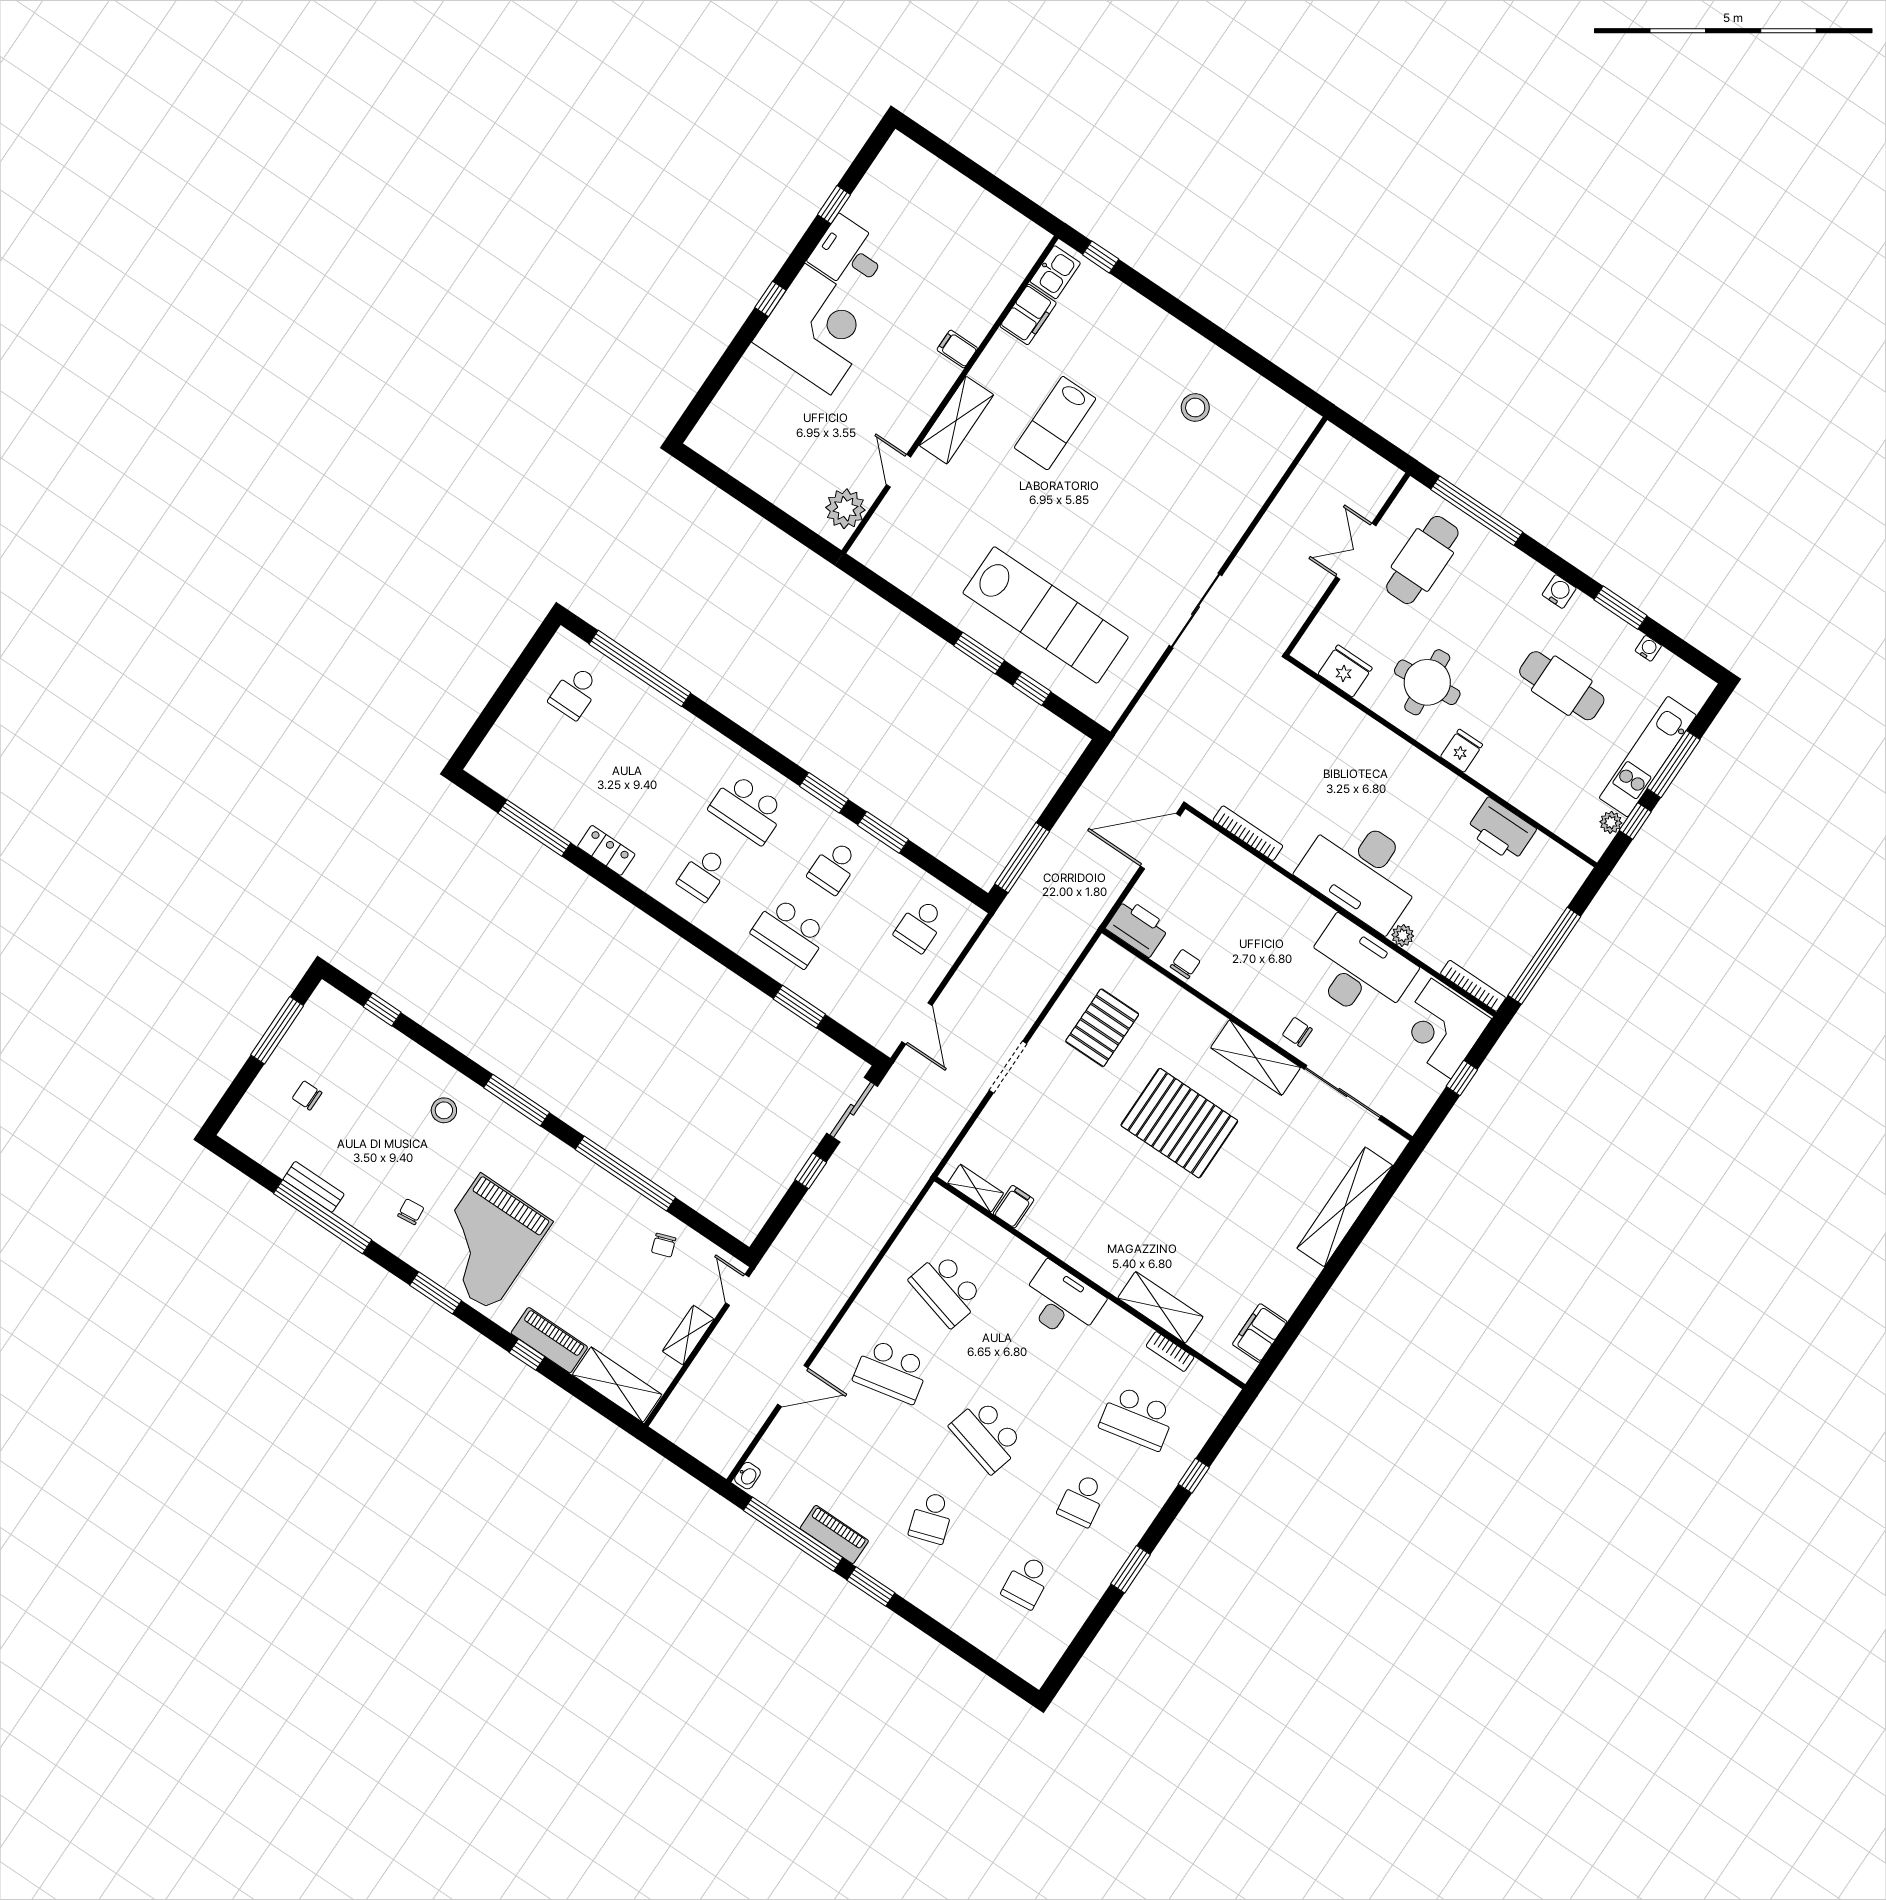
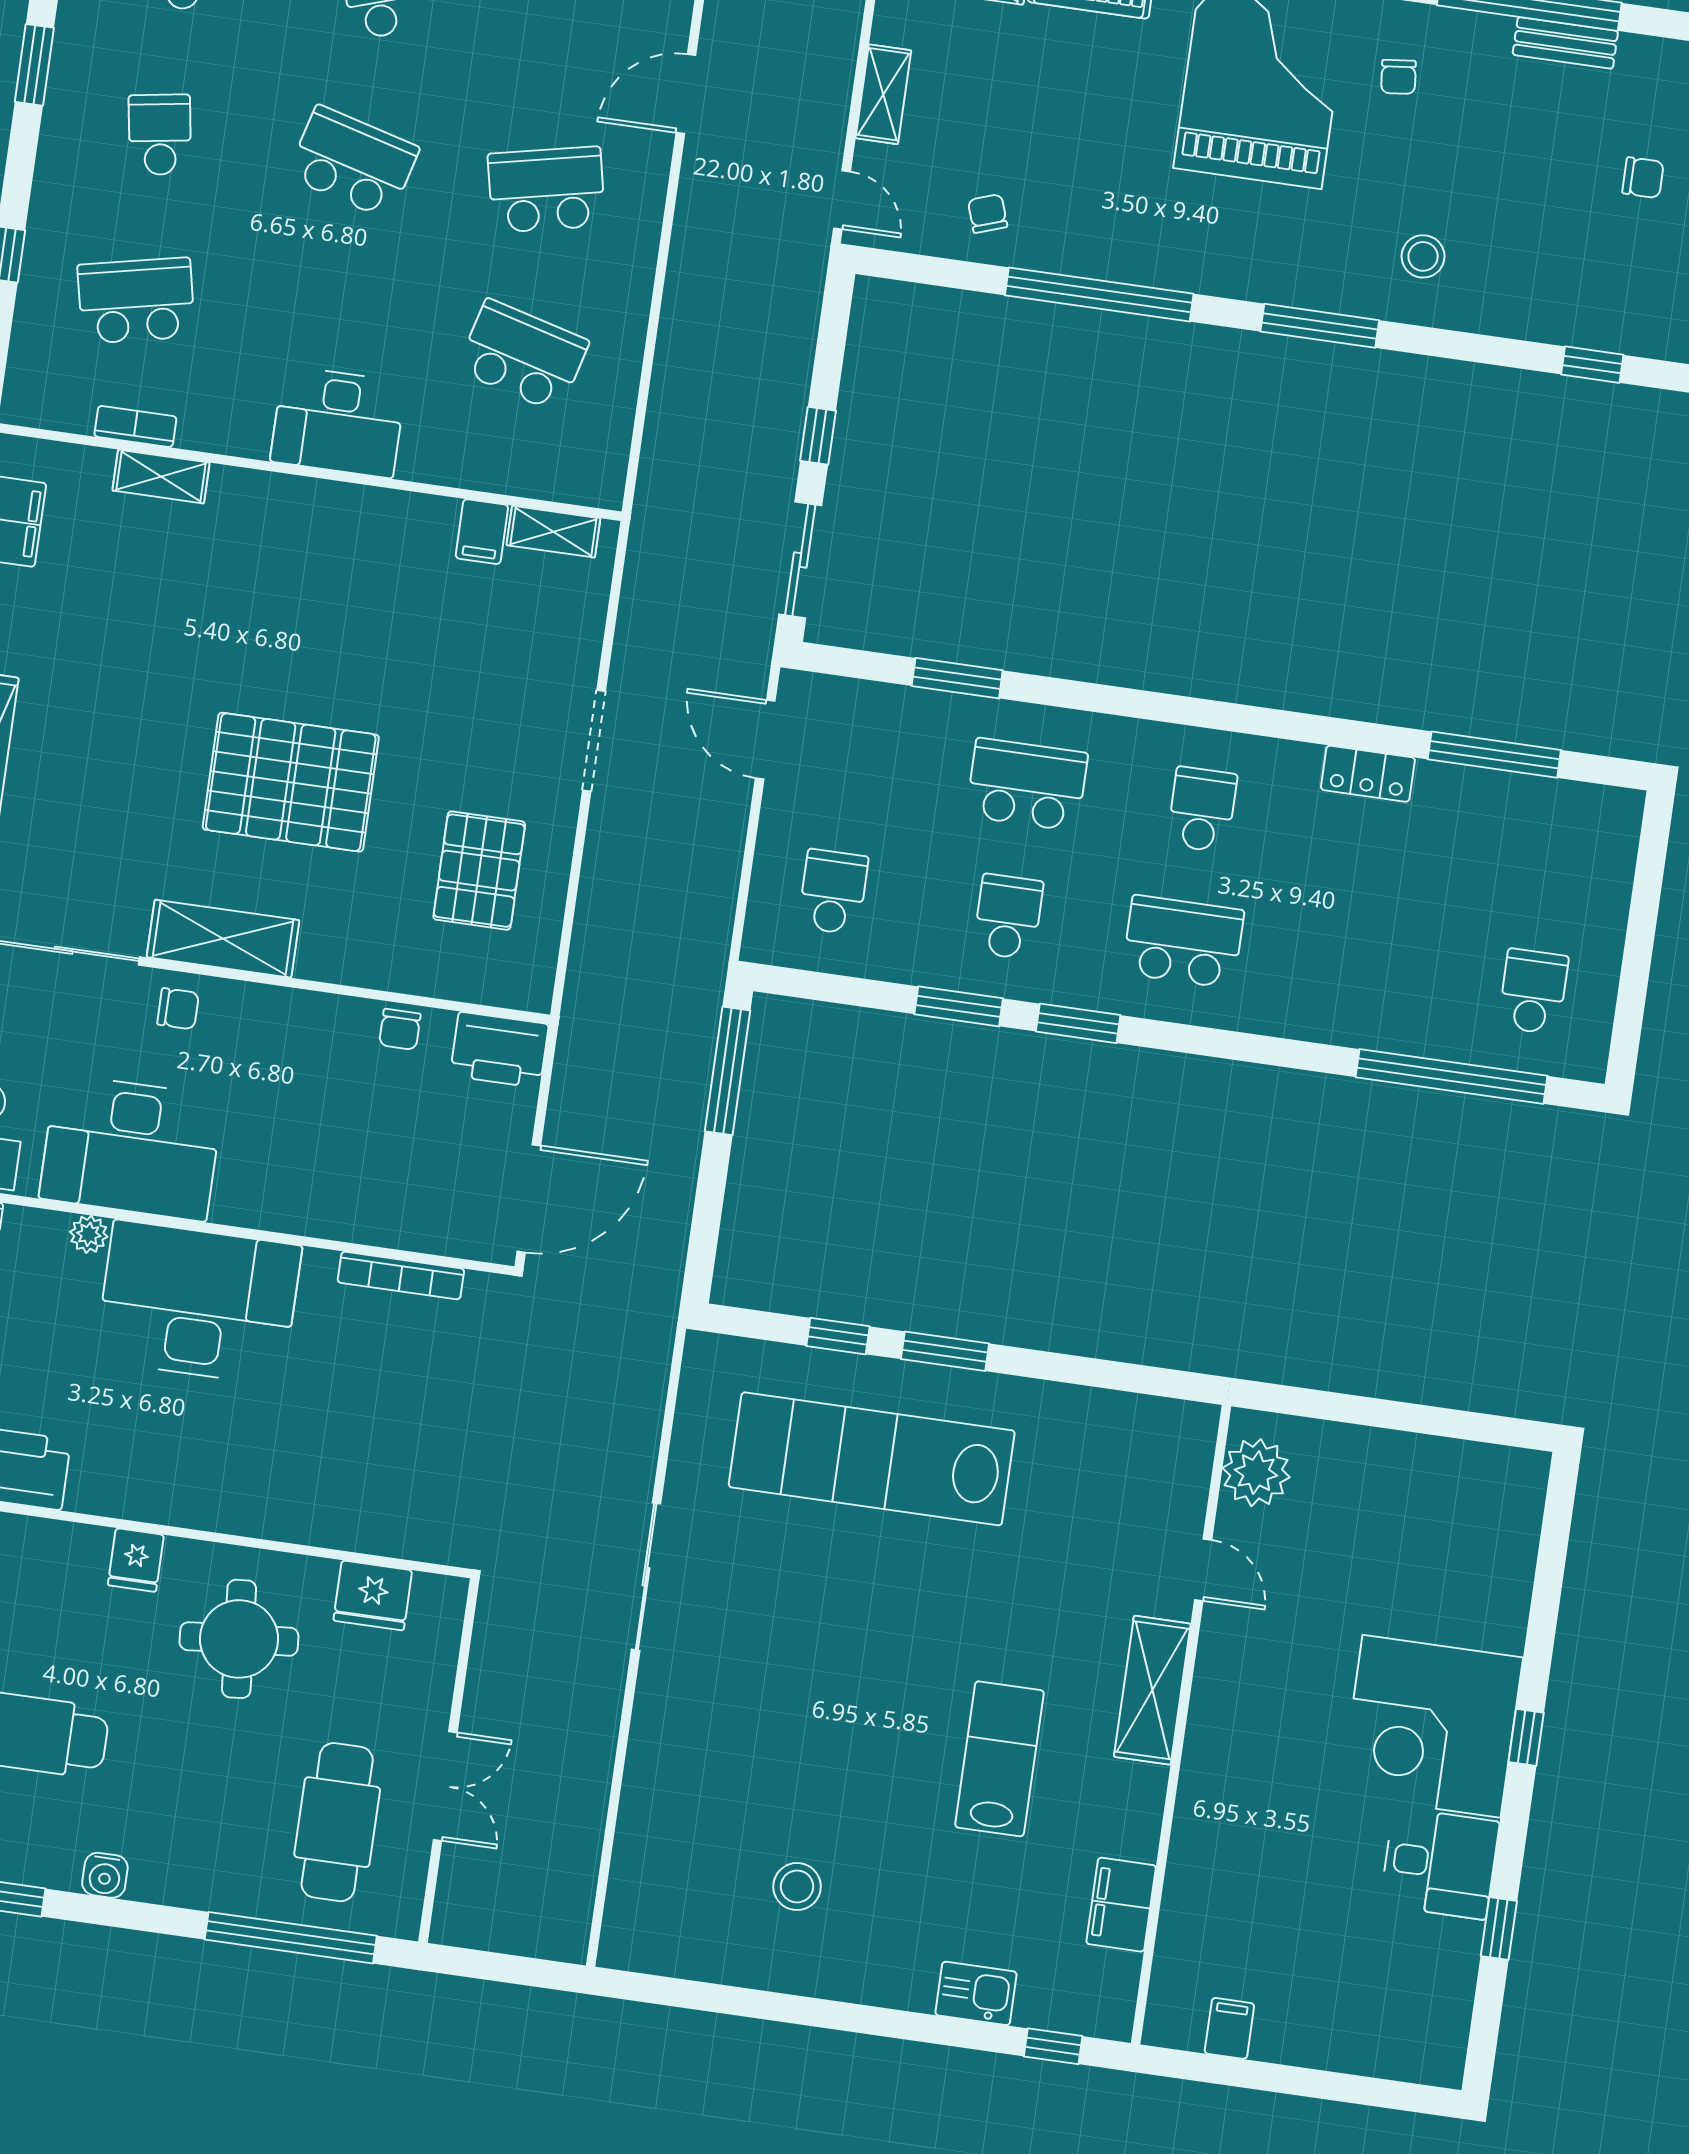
kitchen sink: (1055, 272) -> (976, 1993), moved, turned 90
filing cabinet: (957, 349) -> (1229, 2028), moved, turned -90
shelving: (1160, 1307) -> (161, 477), width x0.67, depth x0.75

